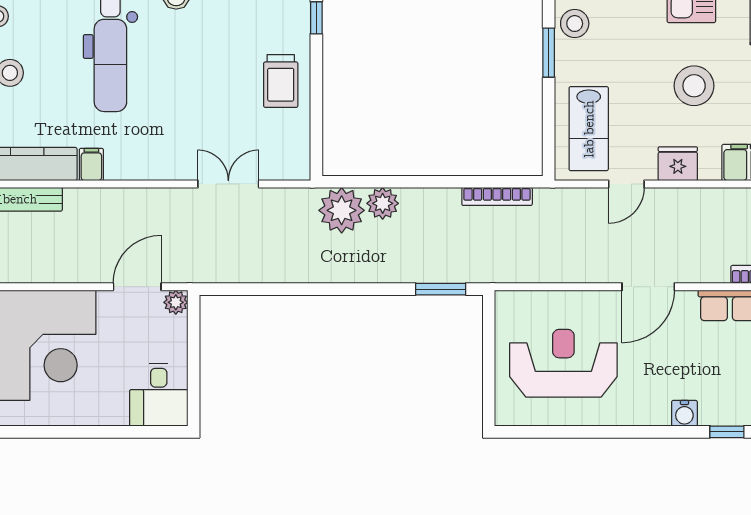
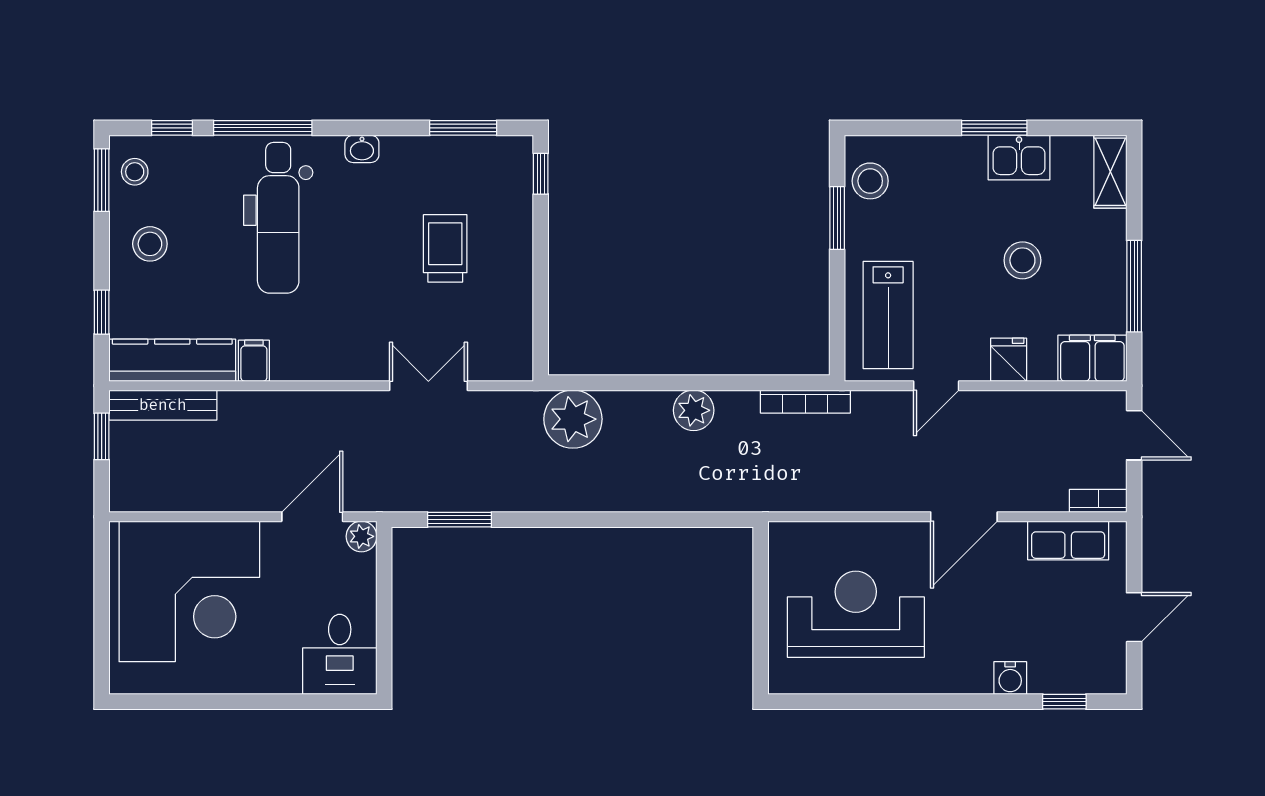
trolley: (281, 81) -> (445, 248), moved, turned 180
stool: (694, 86) -> (1022, 260), width x0.73, depth x0.73
fridge: (678, 164) -> (1009, 360), width x0.72
bookcase: (497, 196) -> (805, 402), moved
plant: (383, 203) -> (694, 410), moved
window: (441, 289) -> (459, 520), moved

